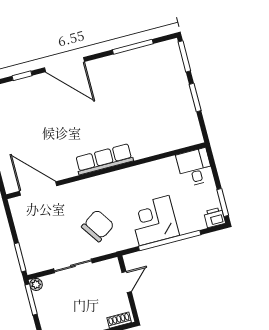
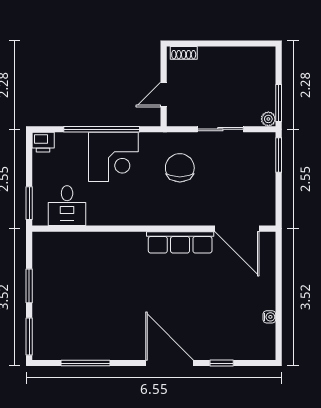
row of seats: (104, 159) -> (180, 242), moved
desk: (195, 167) -> (67, 206), moved
window: (223, 202) -> (29, 203), moved
chair: (98, 226) -> (180, 168), turned 124

